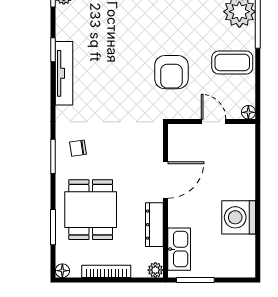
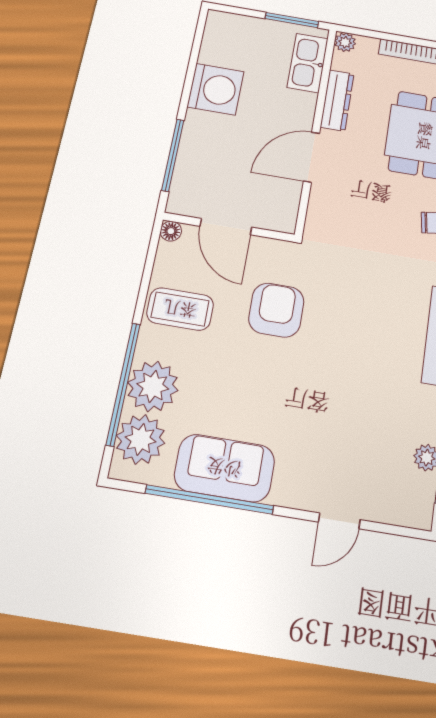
door: (214, 122) -> (226, 227), width x1.38
window: (258, 165) -> (173, 155), added

